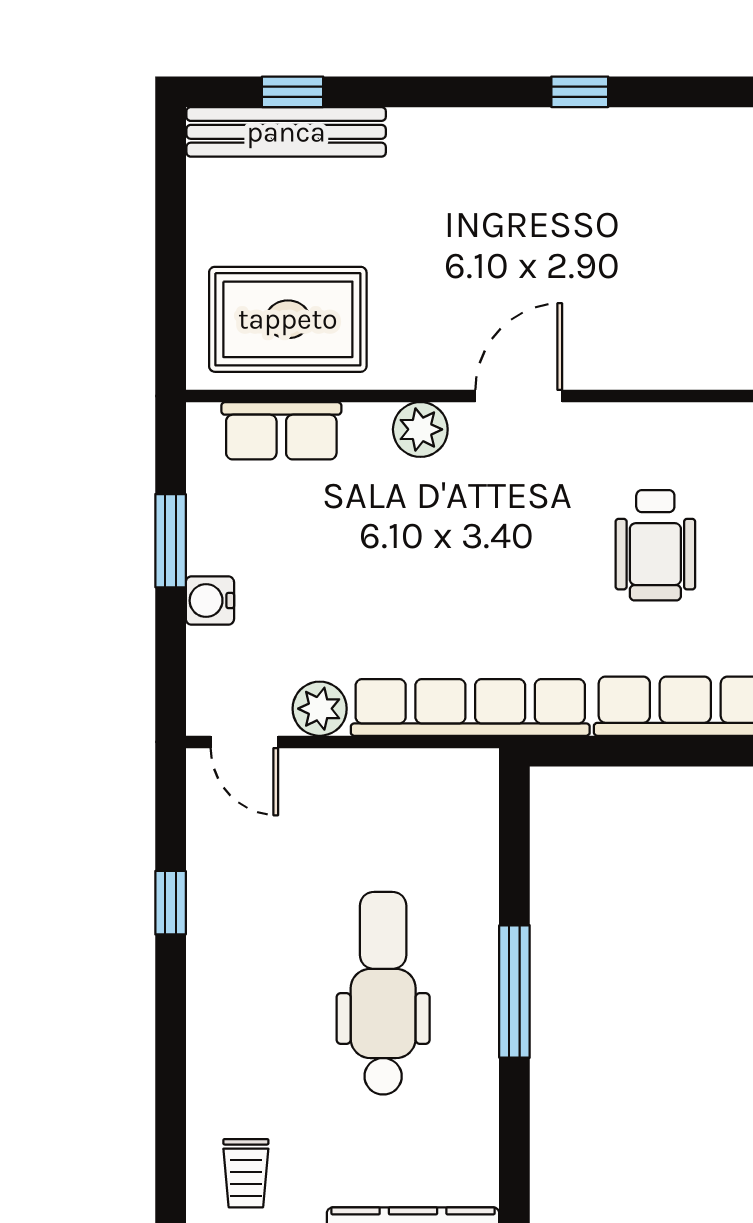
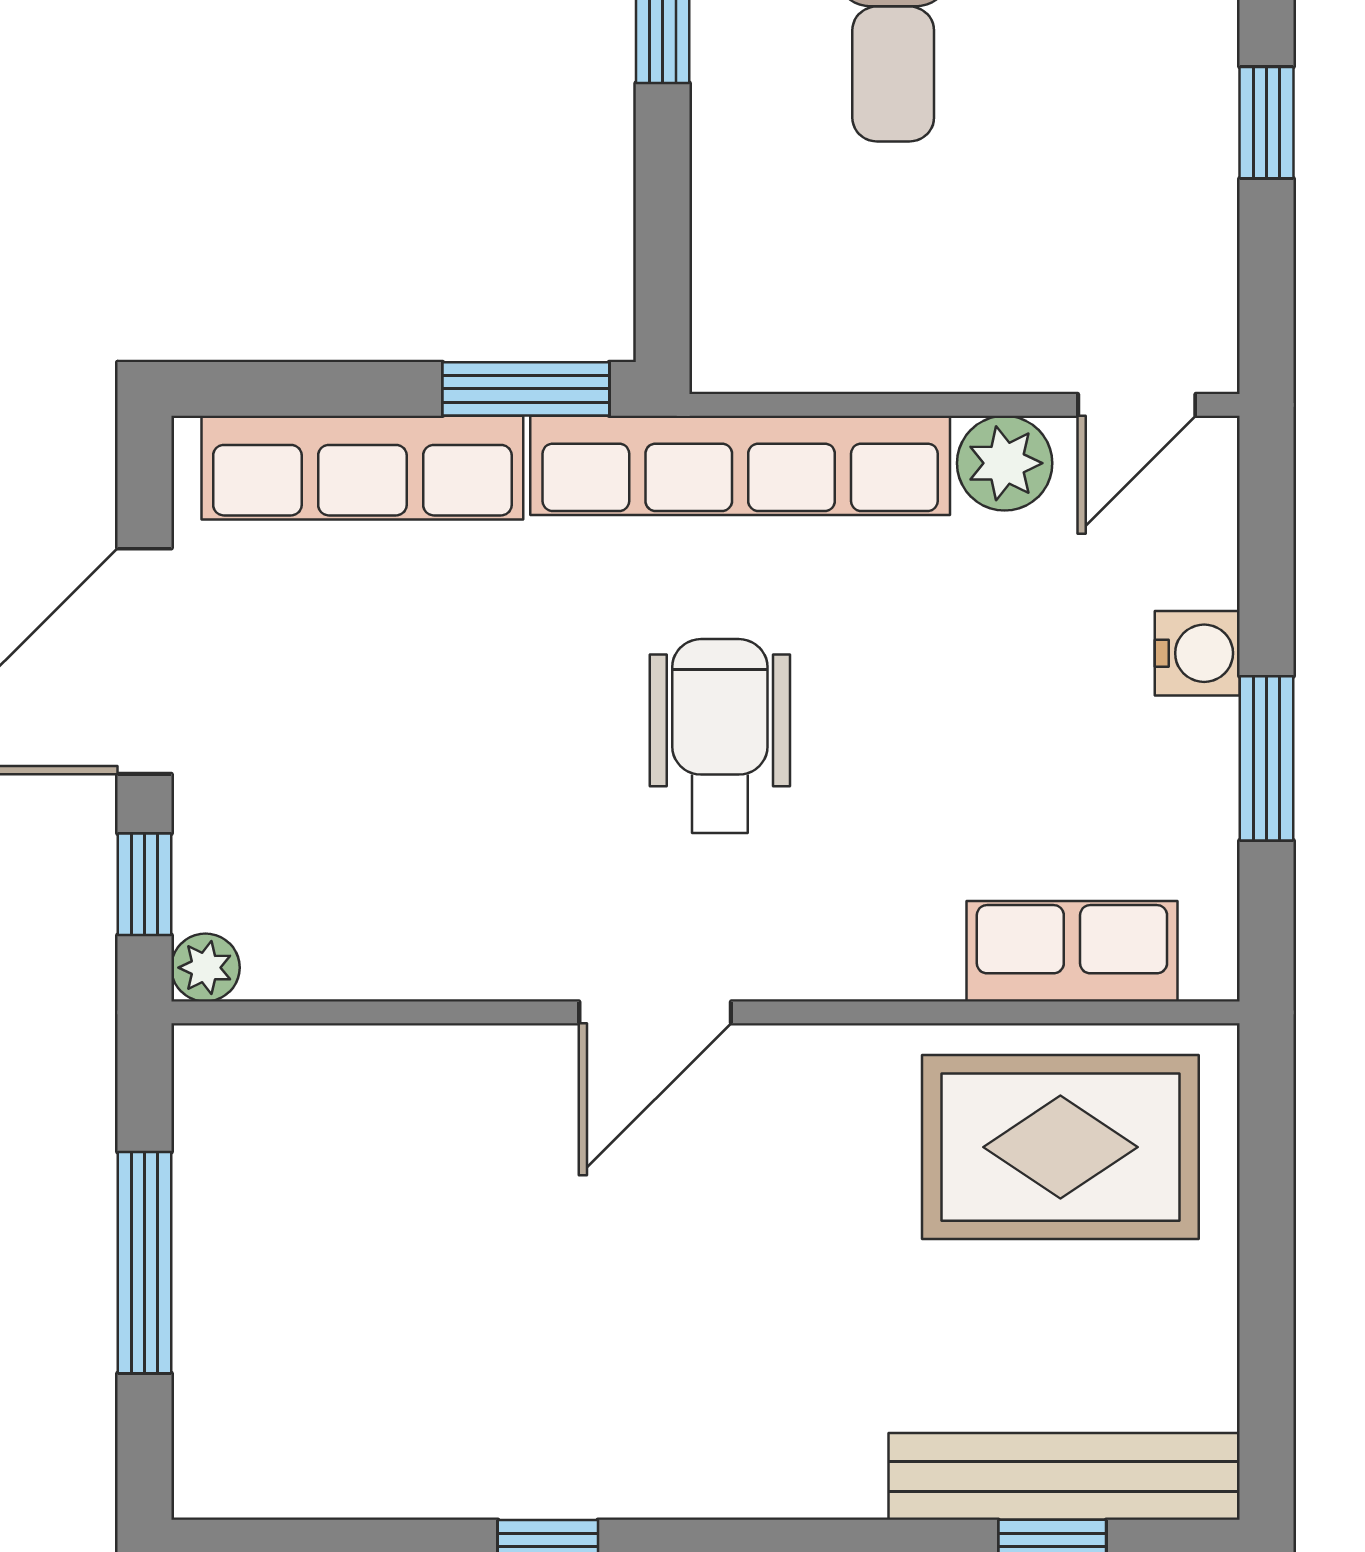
plant: (420, 429) -> (828, 954), removed
wheelchair: (655, 545) -> (720, 736), moved
door: (244, 742) -> (1137, 405), swing flipped
window: (592, 751) -> (526, 389), added

